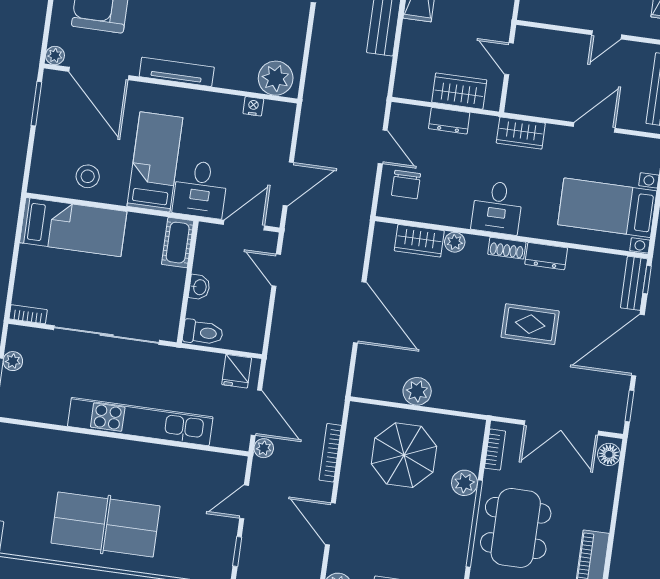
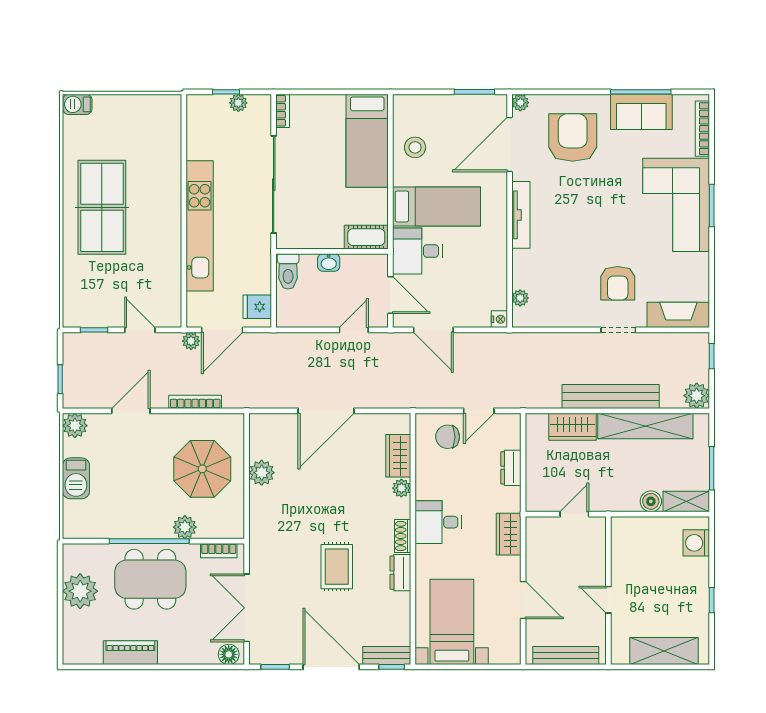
plant: (276, 78) -> (520, 298), width x0.53, depth x0.53
wardrobe: (459, 91) -> (572, 427), moved, turned 90
nightstand: (253, 106) -> (499, 319), moved

